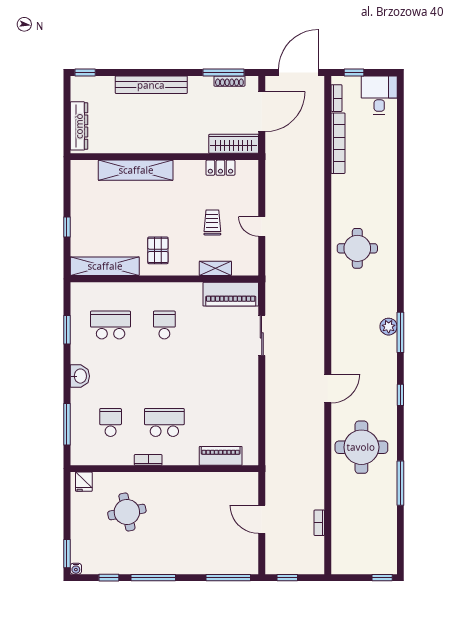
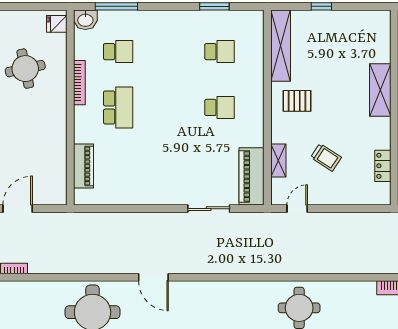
shelving: (136, 170) -> (380, 90), width x0.68
trolley: (212, 223) -> (326, 157), turned 33
door: (262, 226) -> (297, 209), moved
school desk: (111, 325) -> (219, 52), width x0.54
washbasin: (80, 376) -> (85, 20), moved
bookcase: (148, 460) -> (79, 83), width x1.56

